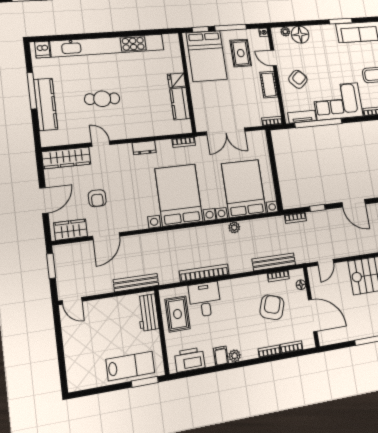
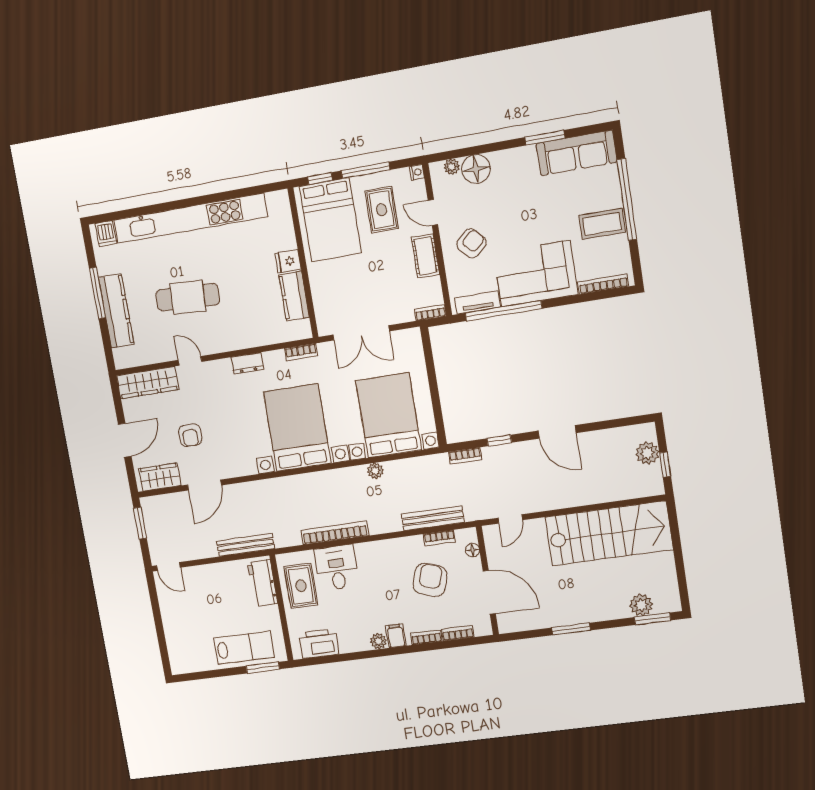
cafe table: (102, 99) -> (188, 297), width x1.37, depth x1.35
filing cabinet: (221, 356) -> (396, 636), moved

